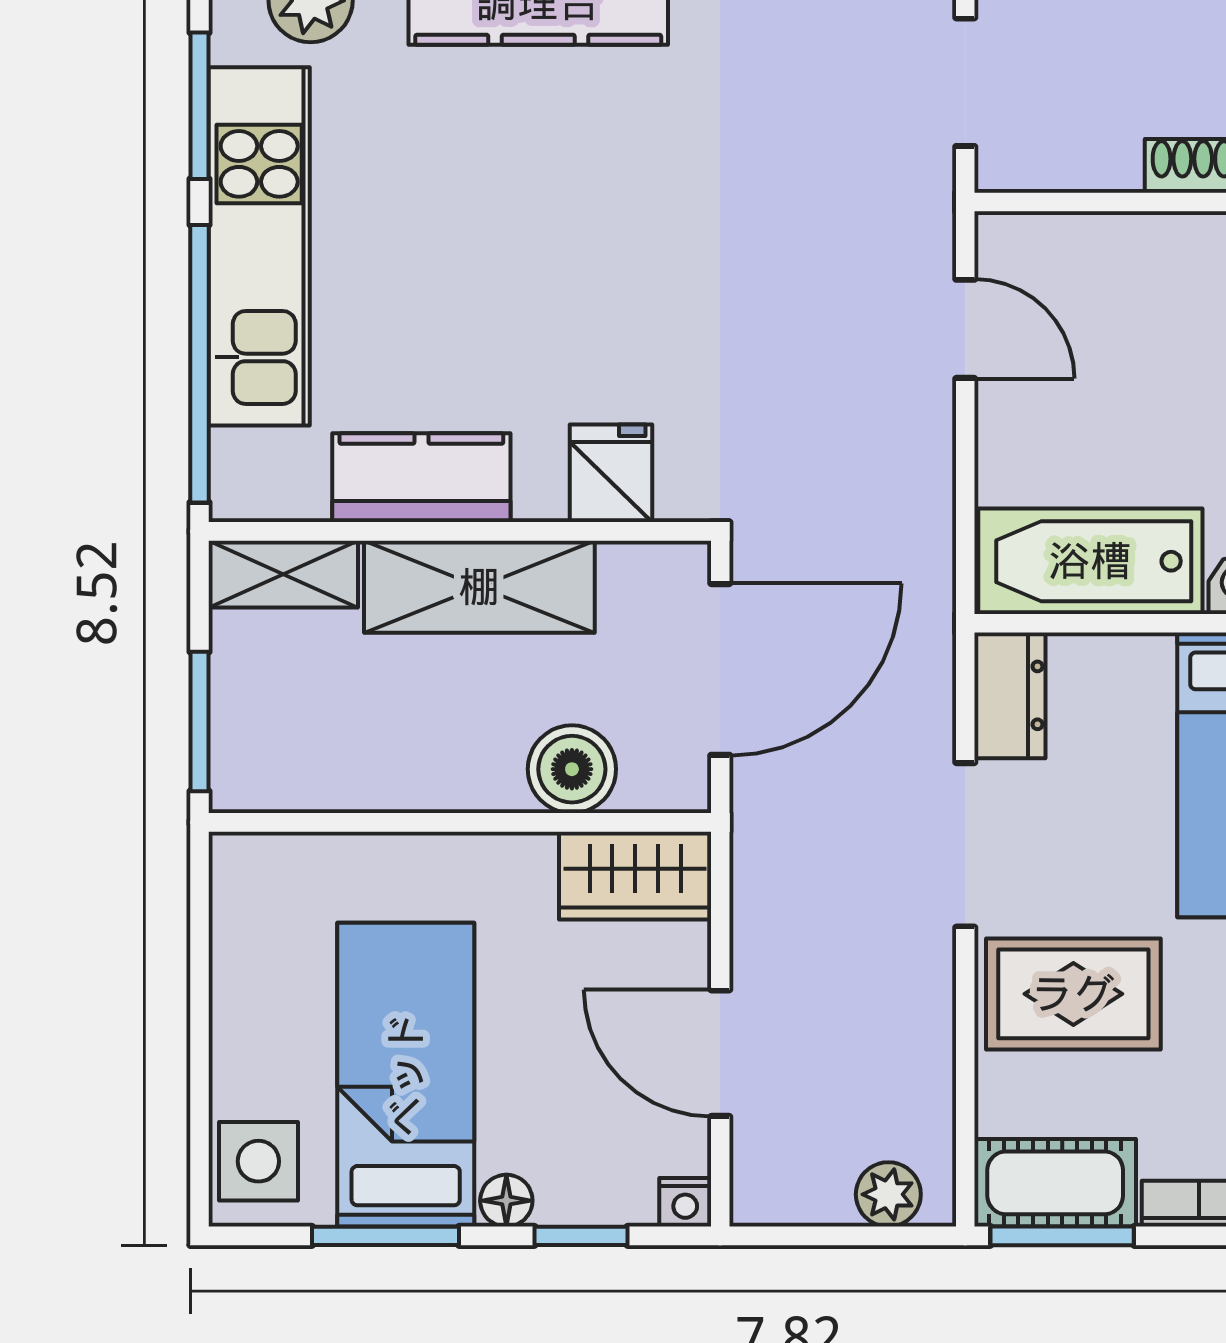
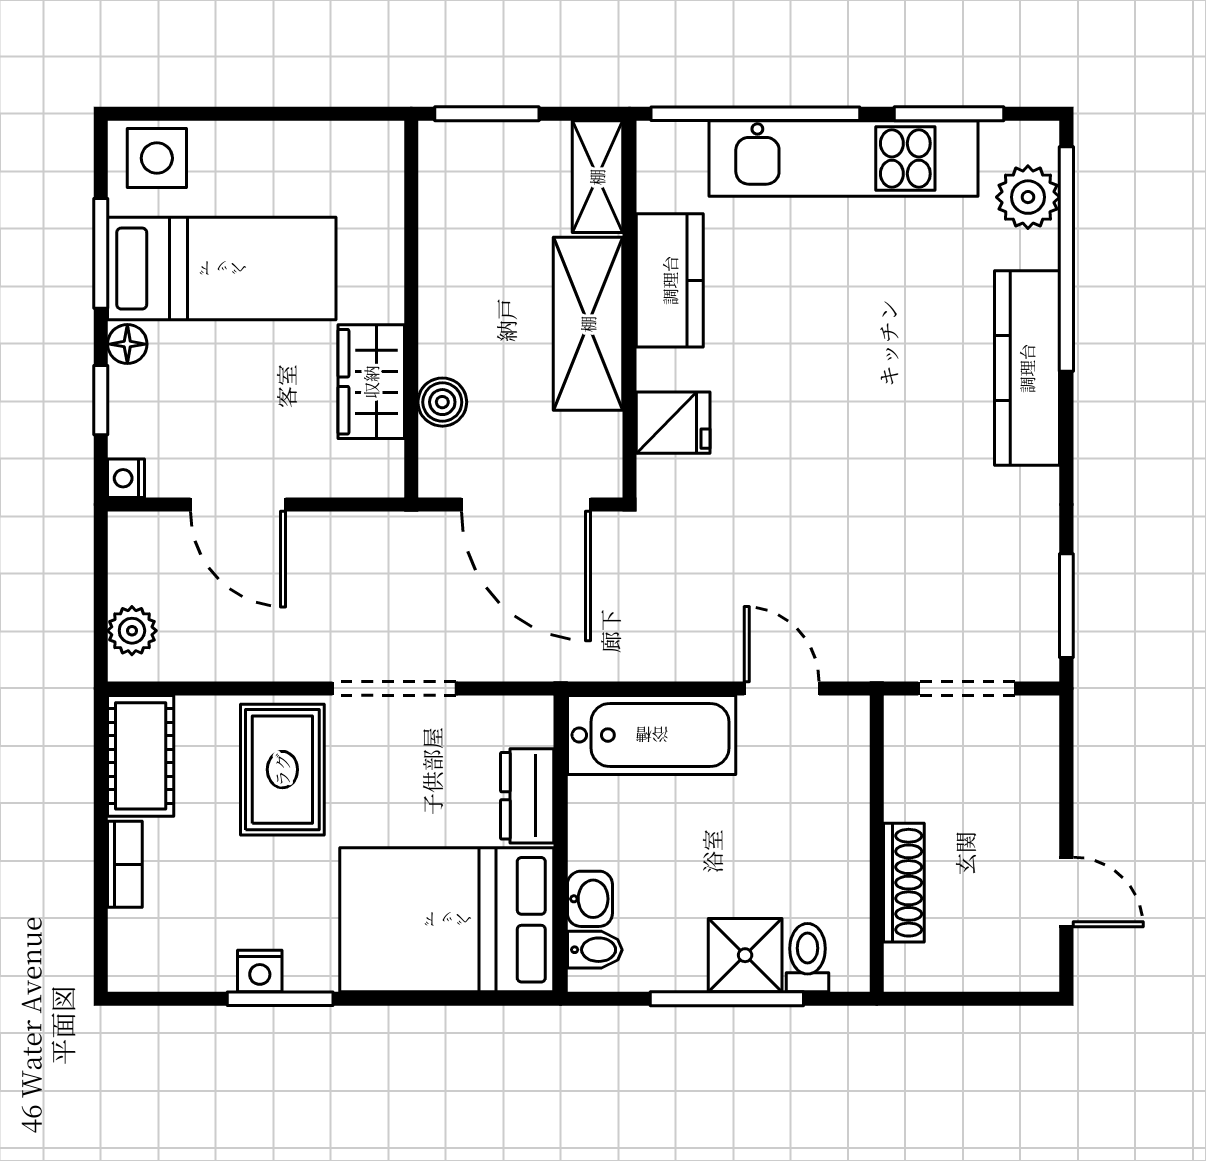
door: (965, 329) -> (782, 688), swing flipped
bathtub: (1090, 561) -> (652, 735), moved, turned 90
dresser: (1010, 695) -> (527, 796), moved, turned 90
boiler: (572, 769) -> (442, 402), width x0.73, depth x0.73
wardrobe: (635, 876) -> (371, 382), moved
door: (720, 1053) -> (238, 505), swing flipped
window: (1062, 1236) -> (101, 761), removed

